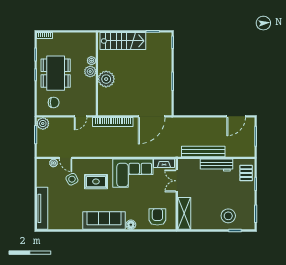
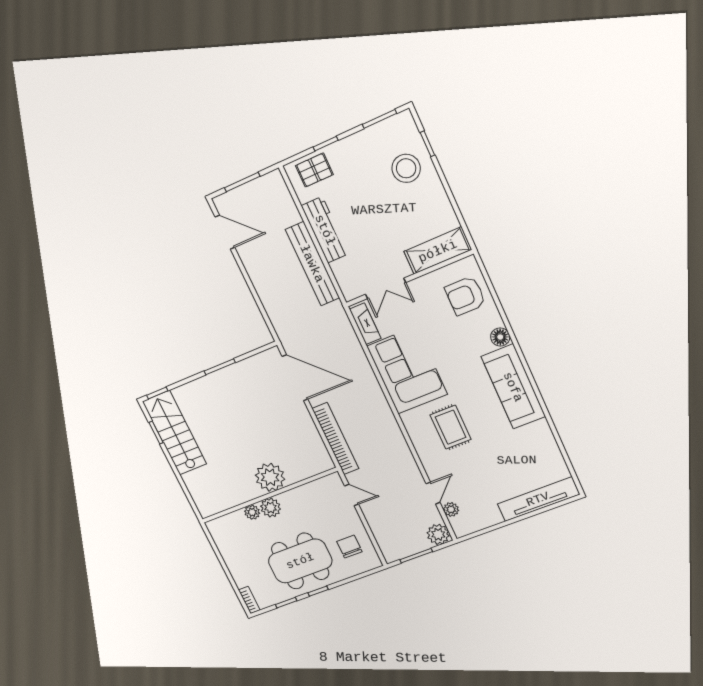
stairs: (123, 41) -> (175, 433), moved
plant: (43, 123) -> (438, 534), moved
side table: (72, 179) -> (465, 469), removed

